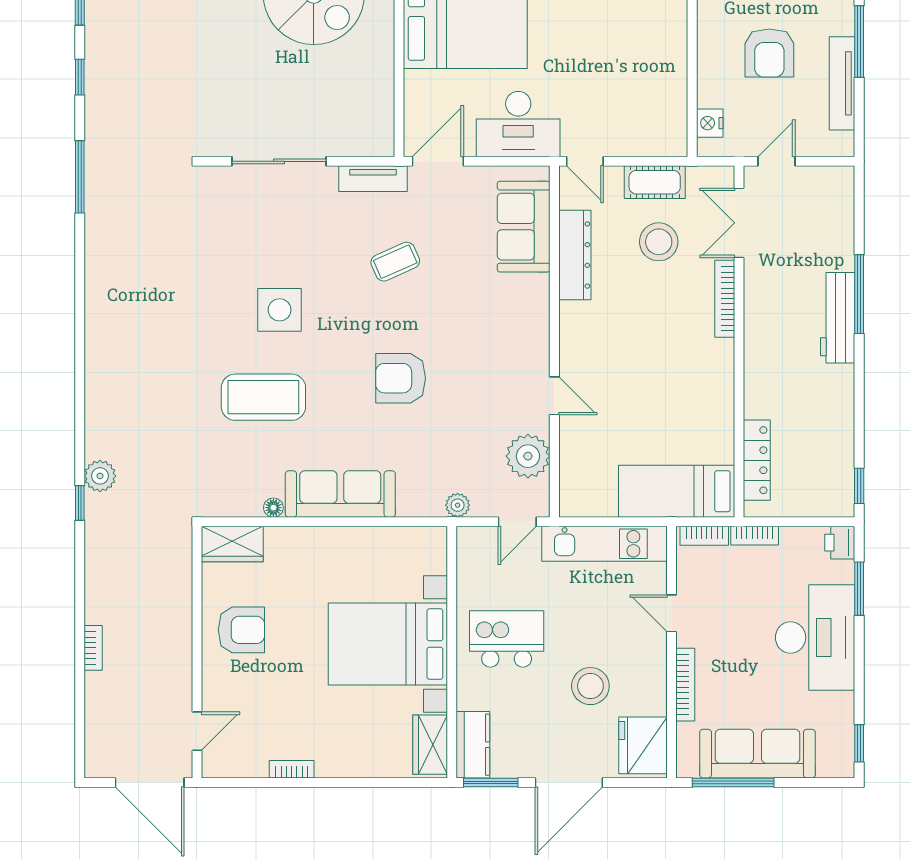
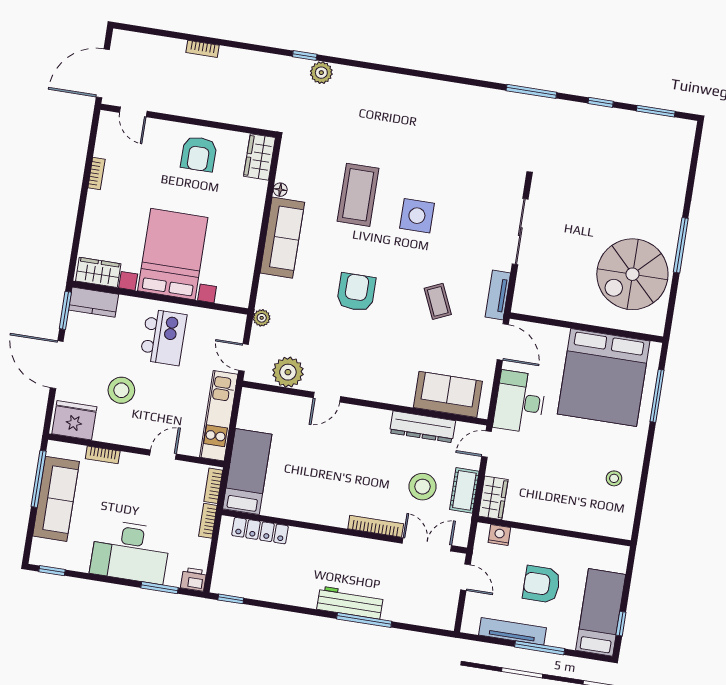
wardrobe: (659, 140) -> (493, 498), added
bookcase: (685, 685) -> (103, 455), width x0.64

